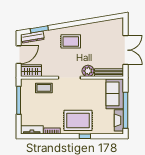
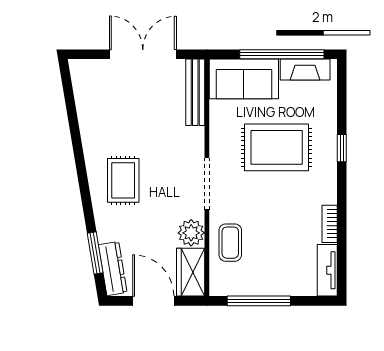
plant: (88, 71) -> (191, 233), moved
rug: (78, 120) -> (277, 147), moved, turned 90

